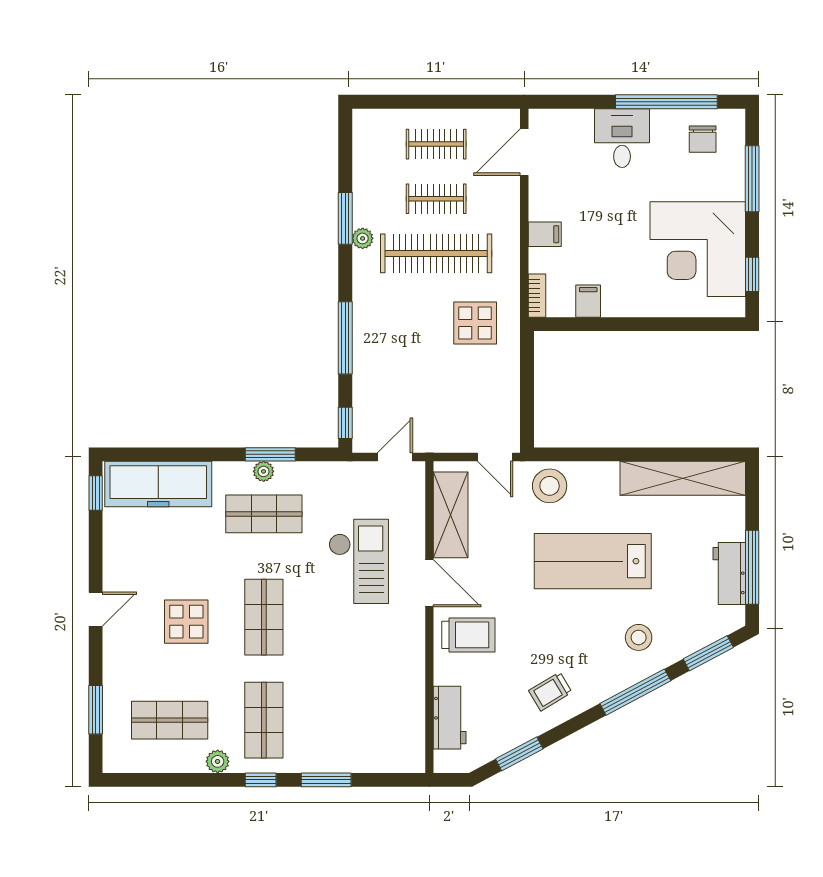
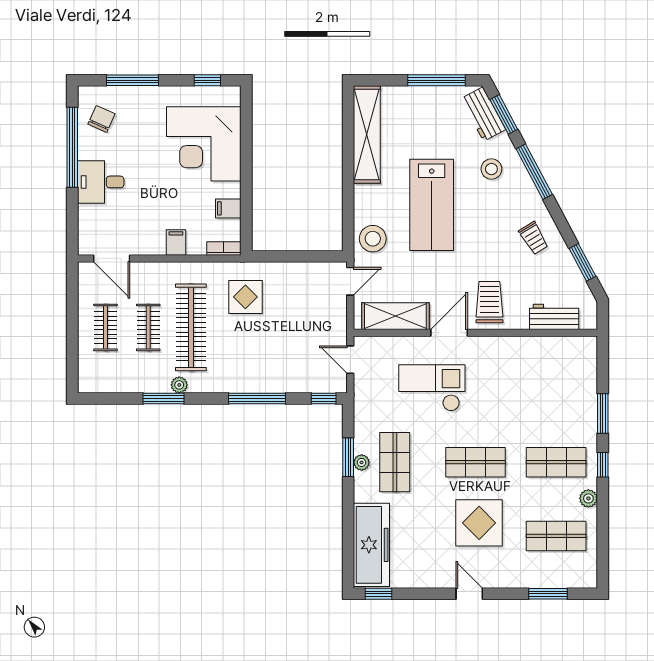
chair: (703, 139) -> (101, 119), turned -66
corner desk: (698, 249) -> (204, 144), moved, turned 90
workbench: (729, 574) -> (483, 114), moved, turned 62
display table: (186, 622) -> (479, 523), width x1.36, depth x1.36
shop shelf: (170, 720) -> (556, 536), turned 90

